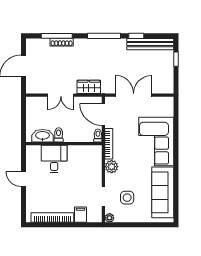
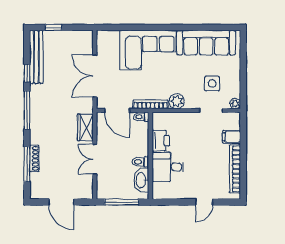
double door: (61, 95) -> (95, 159), swing flipped
door: (103, 115) -> (117, 111), hinge flipped
window: (24, 119) -> (122, 202), added
printer: (77, 153) -> (161, 141), added
door: (24, 179) -> (204, 202), moved

